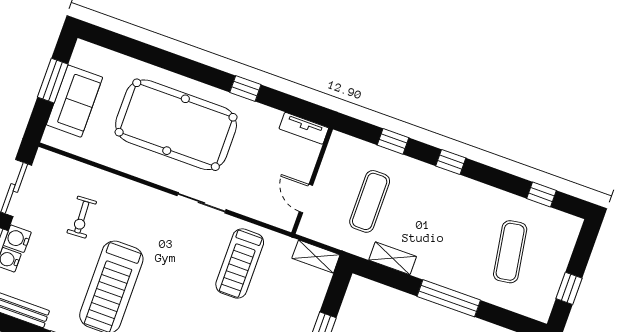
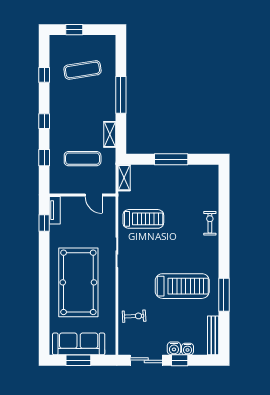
window: (245, 88) -> (44, 223), moved
sofa: (75, 101) -> (79, 344), width x1.36
window: (542, 194) -> (44, 75), moved
door: (306, 198) -> (94, 195), hinge flipped
exercise bike: (82, 217) -> (134, 316), moved
window: (569, 288) -> (74, 30), moved

